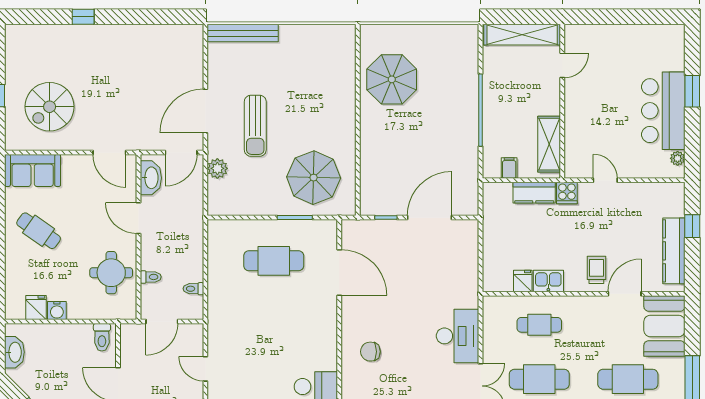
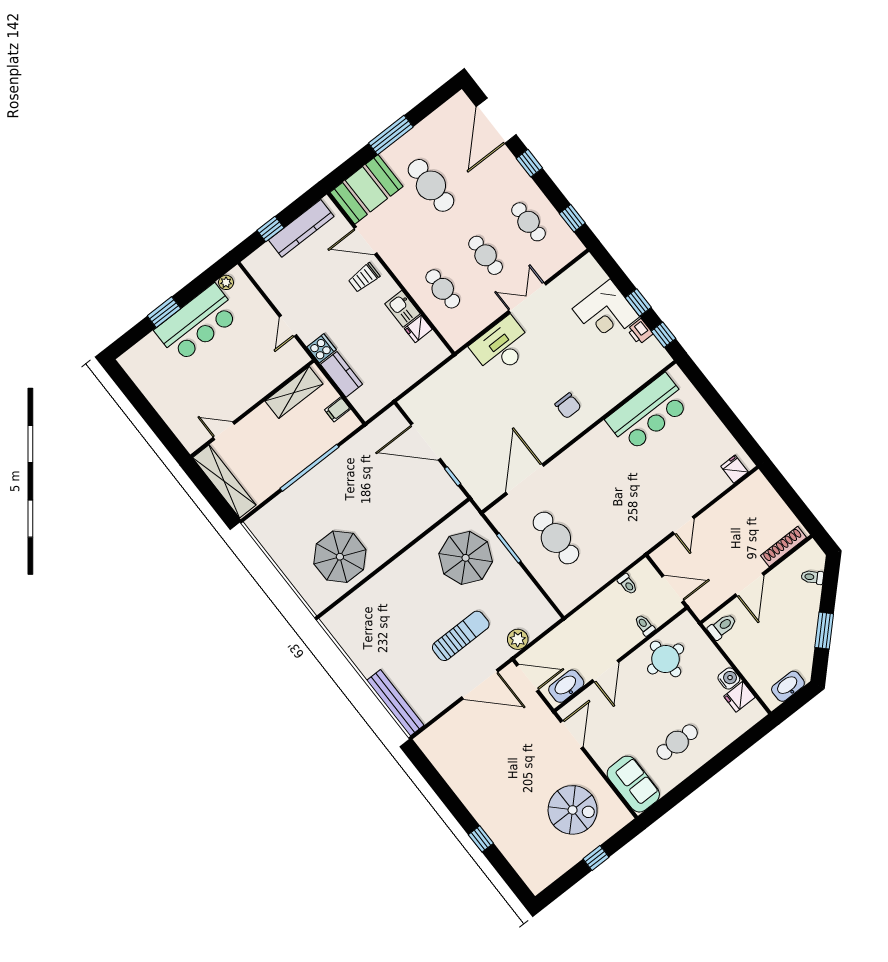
cafe table: (39, 231) -> (677, 742), turned 55
cafe table: (539, 379) -> (486, 255), width x0.73, depth x0.74

